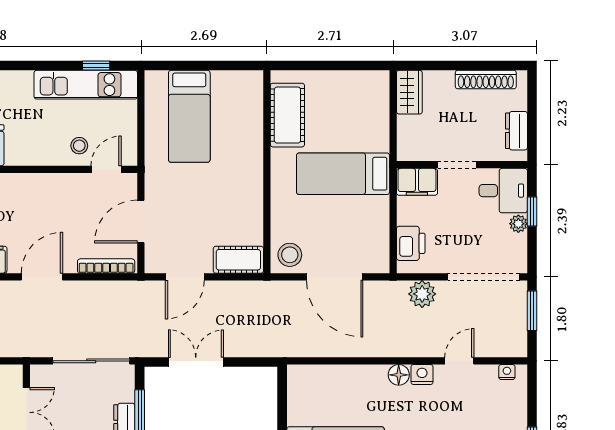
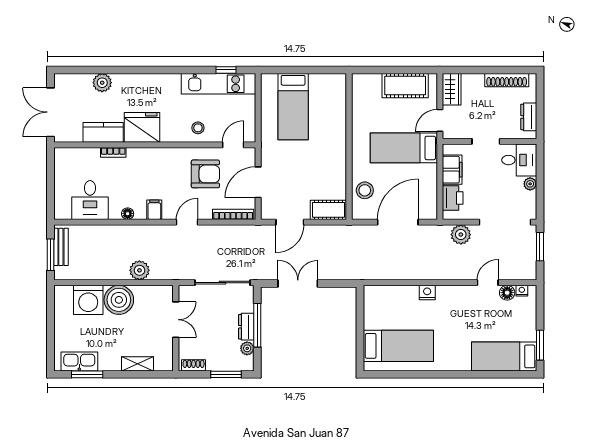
cot: (287, 115) -> (405, 86), moved, turned 90
door: (393, 136) -> (440, 120), added
stool: (79, 146) -> (198, 128), moved
filing cabinet: (417, 182) -> (452, 170), moved, turned -90
armchair: (68, 210) -> (205, 174), added
window: (532, 211) -> (540, 175), removed
stool: (290, 255) -> (365, 190), moved
door: (42, 277) -> (187, 222), width x0.73
door: (335, 277) -> (398, 222), swing flipped
floor lamp: (399, 375) -> (507, 293), moved
nightstand: (422, 375) -> (427, 293), moved

